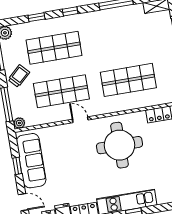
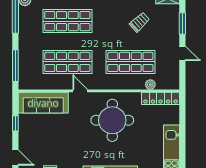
trolley: (19, 76) -> (140, 22), moved
plant: (19, 123) -> (150, 85), moved
sofa: (31, 161) -> (43, 103), moved, turned 90

